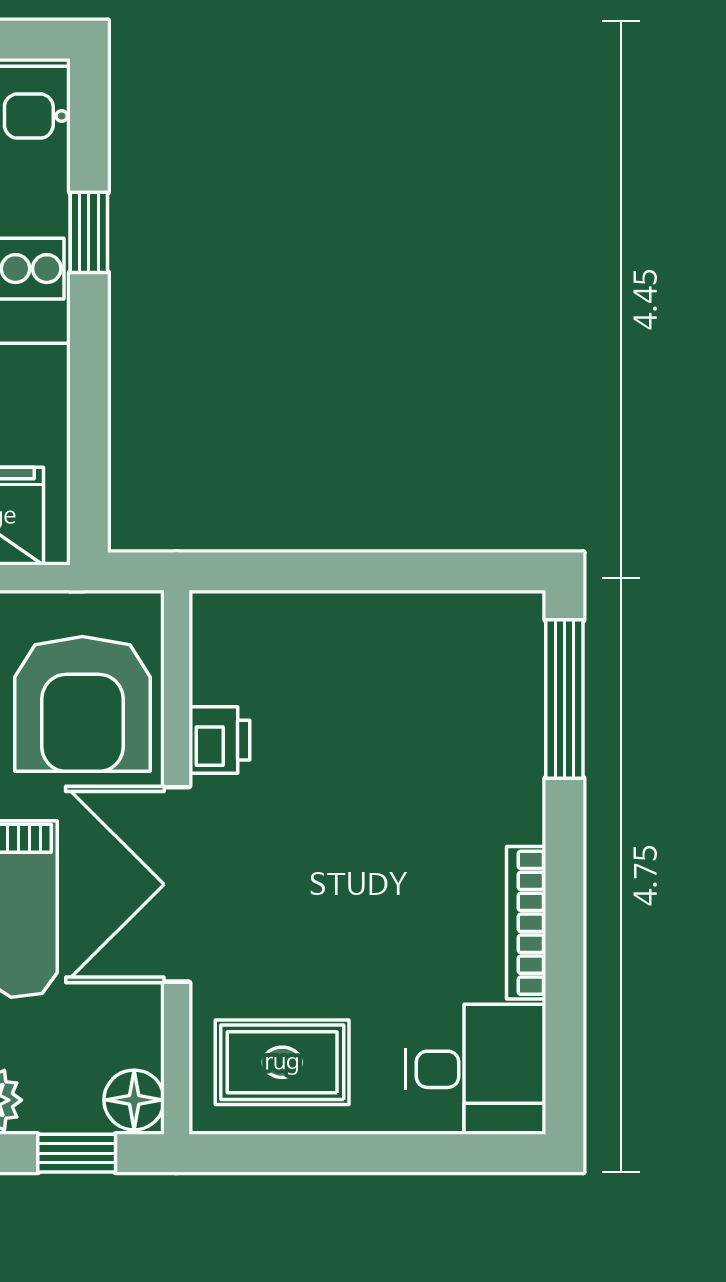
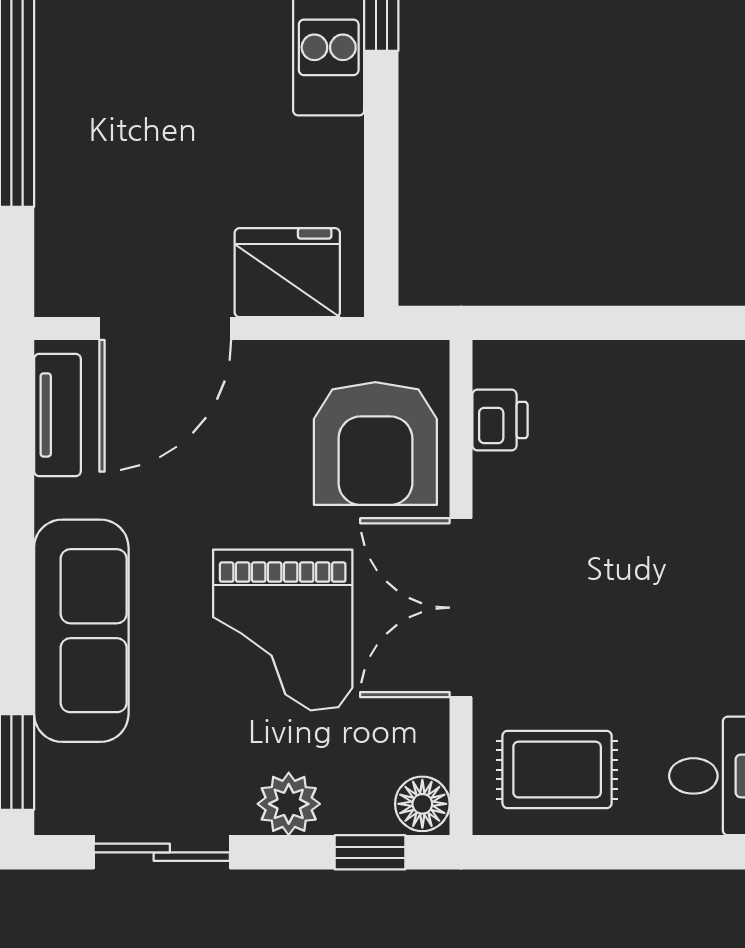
printer: (219, 740) -> (500, 420), moved

